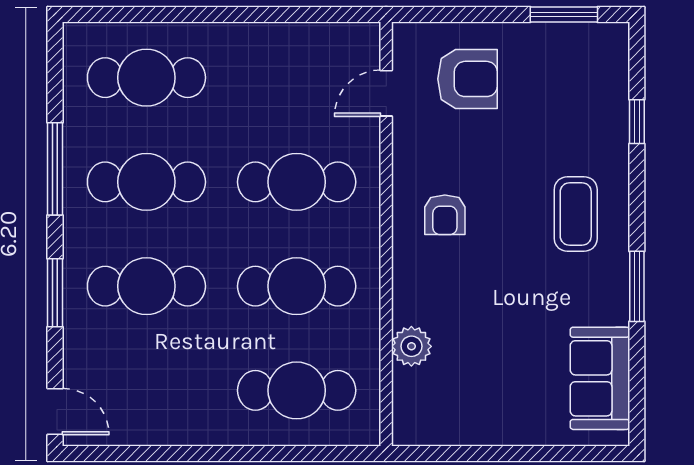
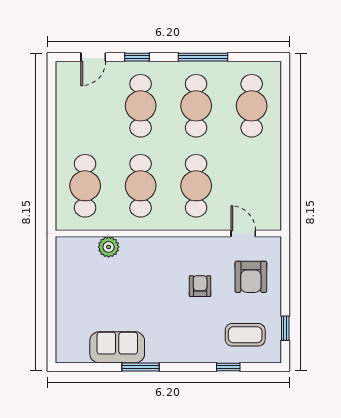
window: (564, 14) -> (285, 328), width x0.67
coffee table: (576, 214) -> (245, 335), moved
armchair: (445, 215) -> (200, 286), moved, turned 90
window: (55, 293) -> (137, 57), width x0.67
sofa: (600, 378) -> (117, 347), moved
door: (55, 412) -> (93, 57), moved

